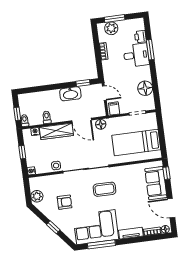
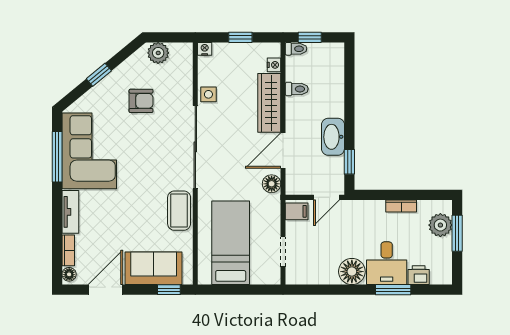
floor lamp: (145, 88) -> (352, 272), moved
coffee table: (104, 189) -> (179, 211), moved
armchair: (65, 202) -> (141, 101), turned -90

